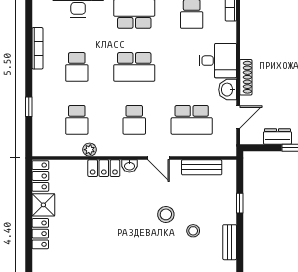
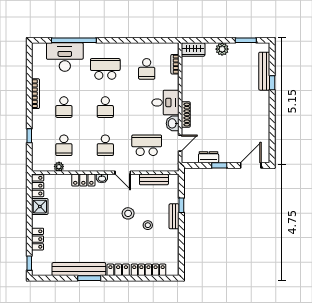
school desk: (134, 67) -> (105, 107), width x0.54
school desk: (192, 120) -> (147, 145), turned 180
plant: (90, 150) -> (59, 167), moved
locker: (40, 234) -> (38, 239), moved
bench: (230, 242) -> (174, 216), moved

